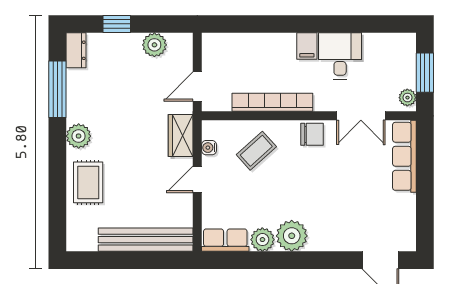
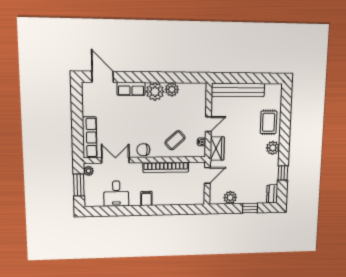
desk: (340, 56) -> (116, 194), moved
window: (57, 89) -> (283, 173), width x0.46
row of seats: (225, 240) -> (131, 89), moved

